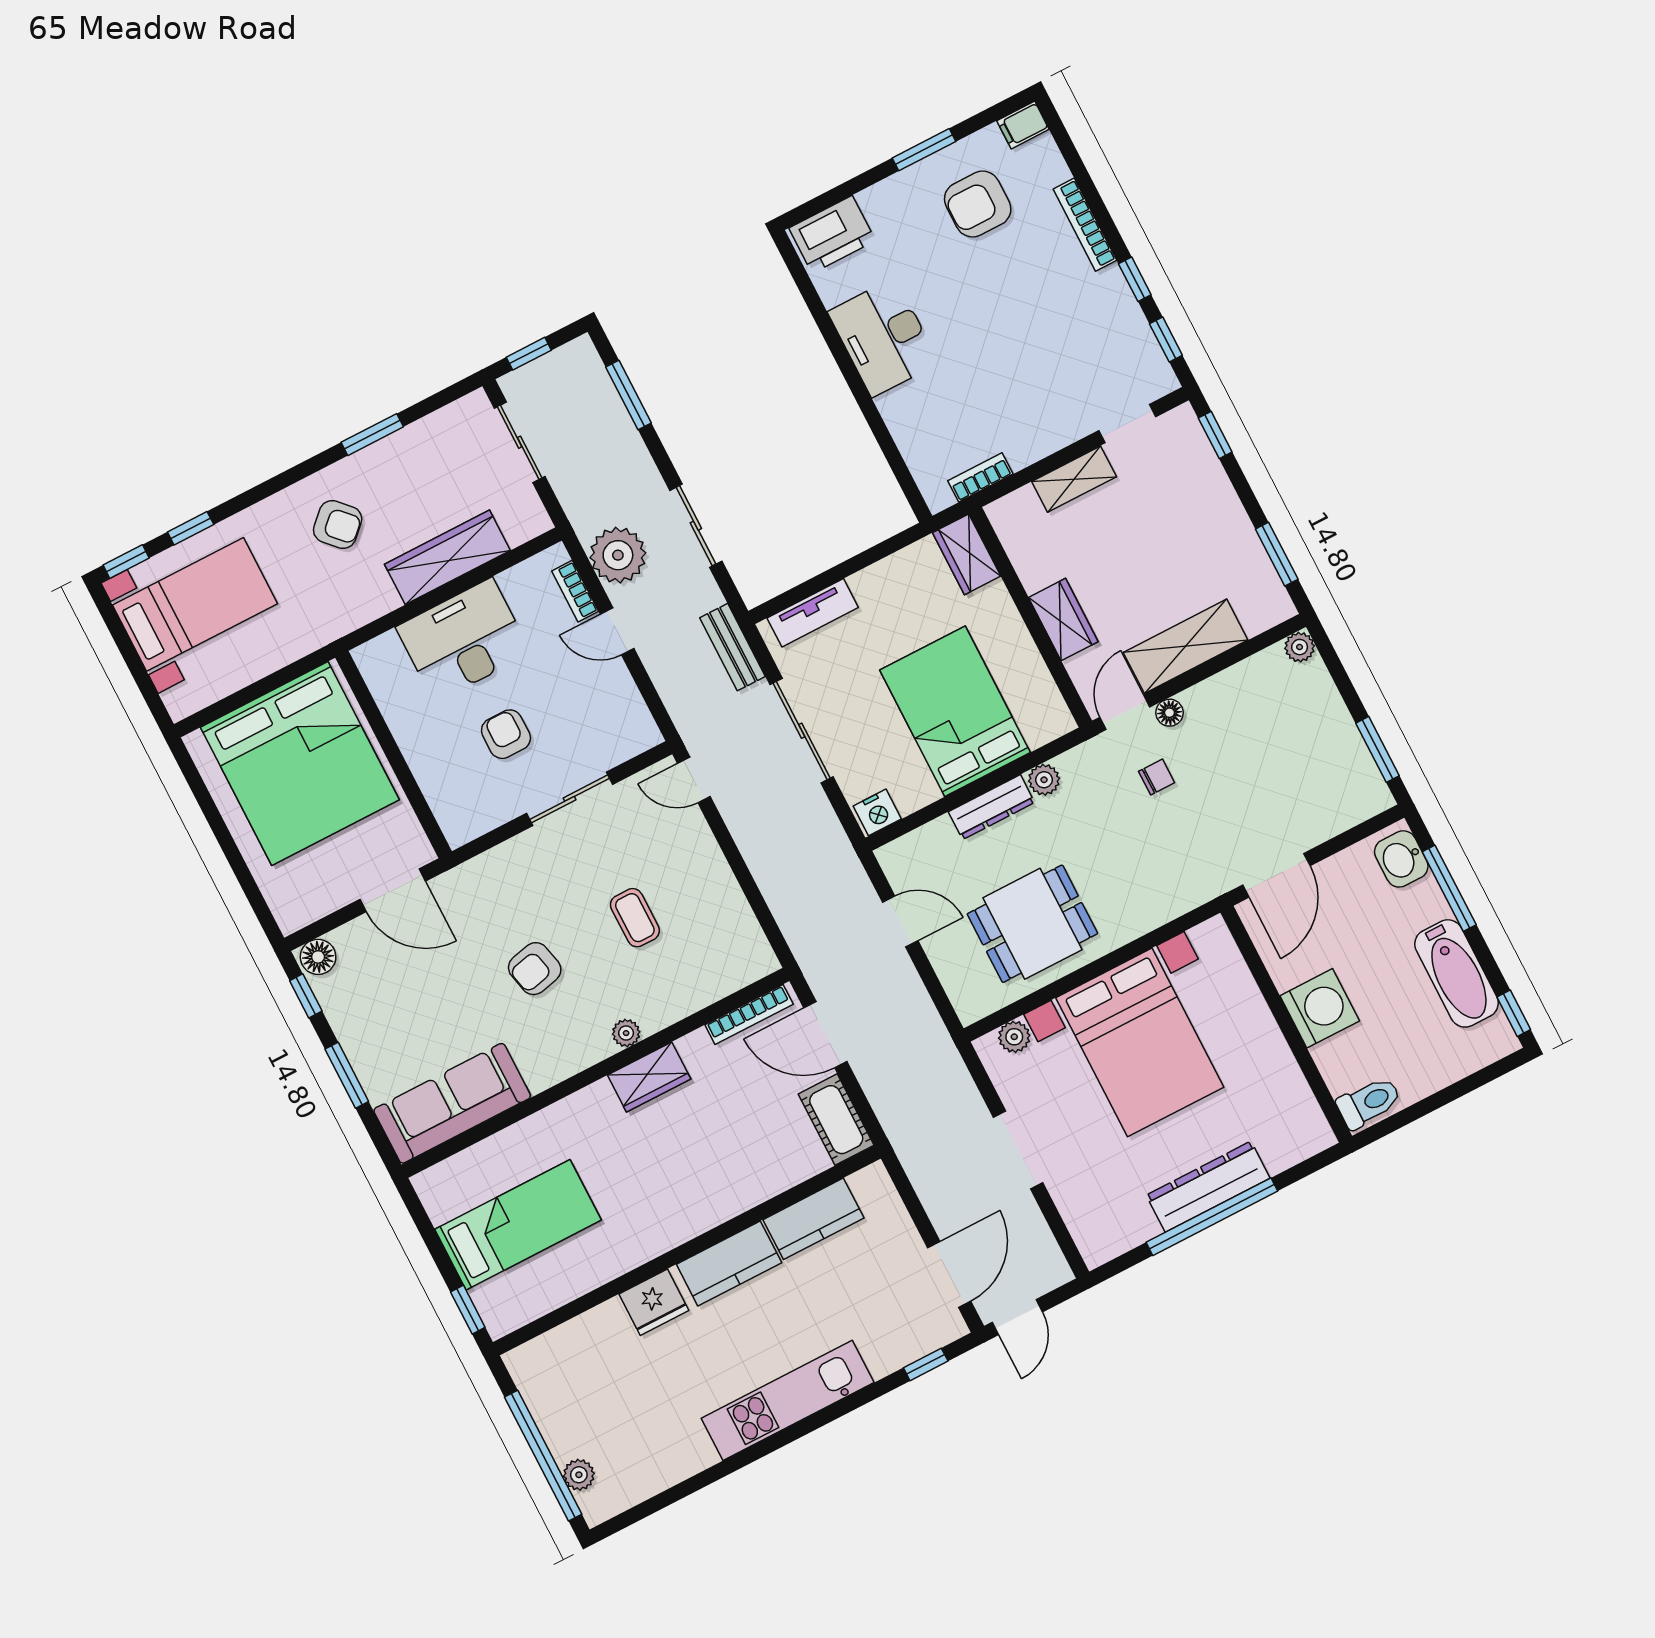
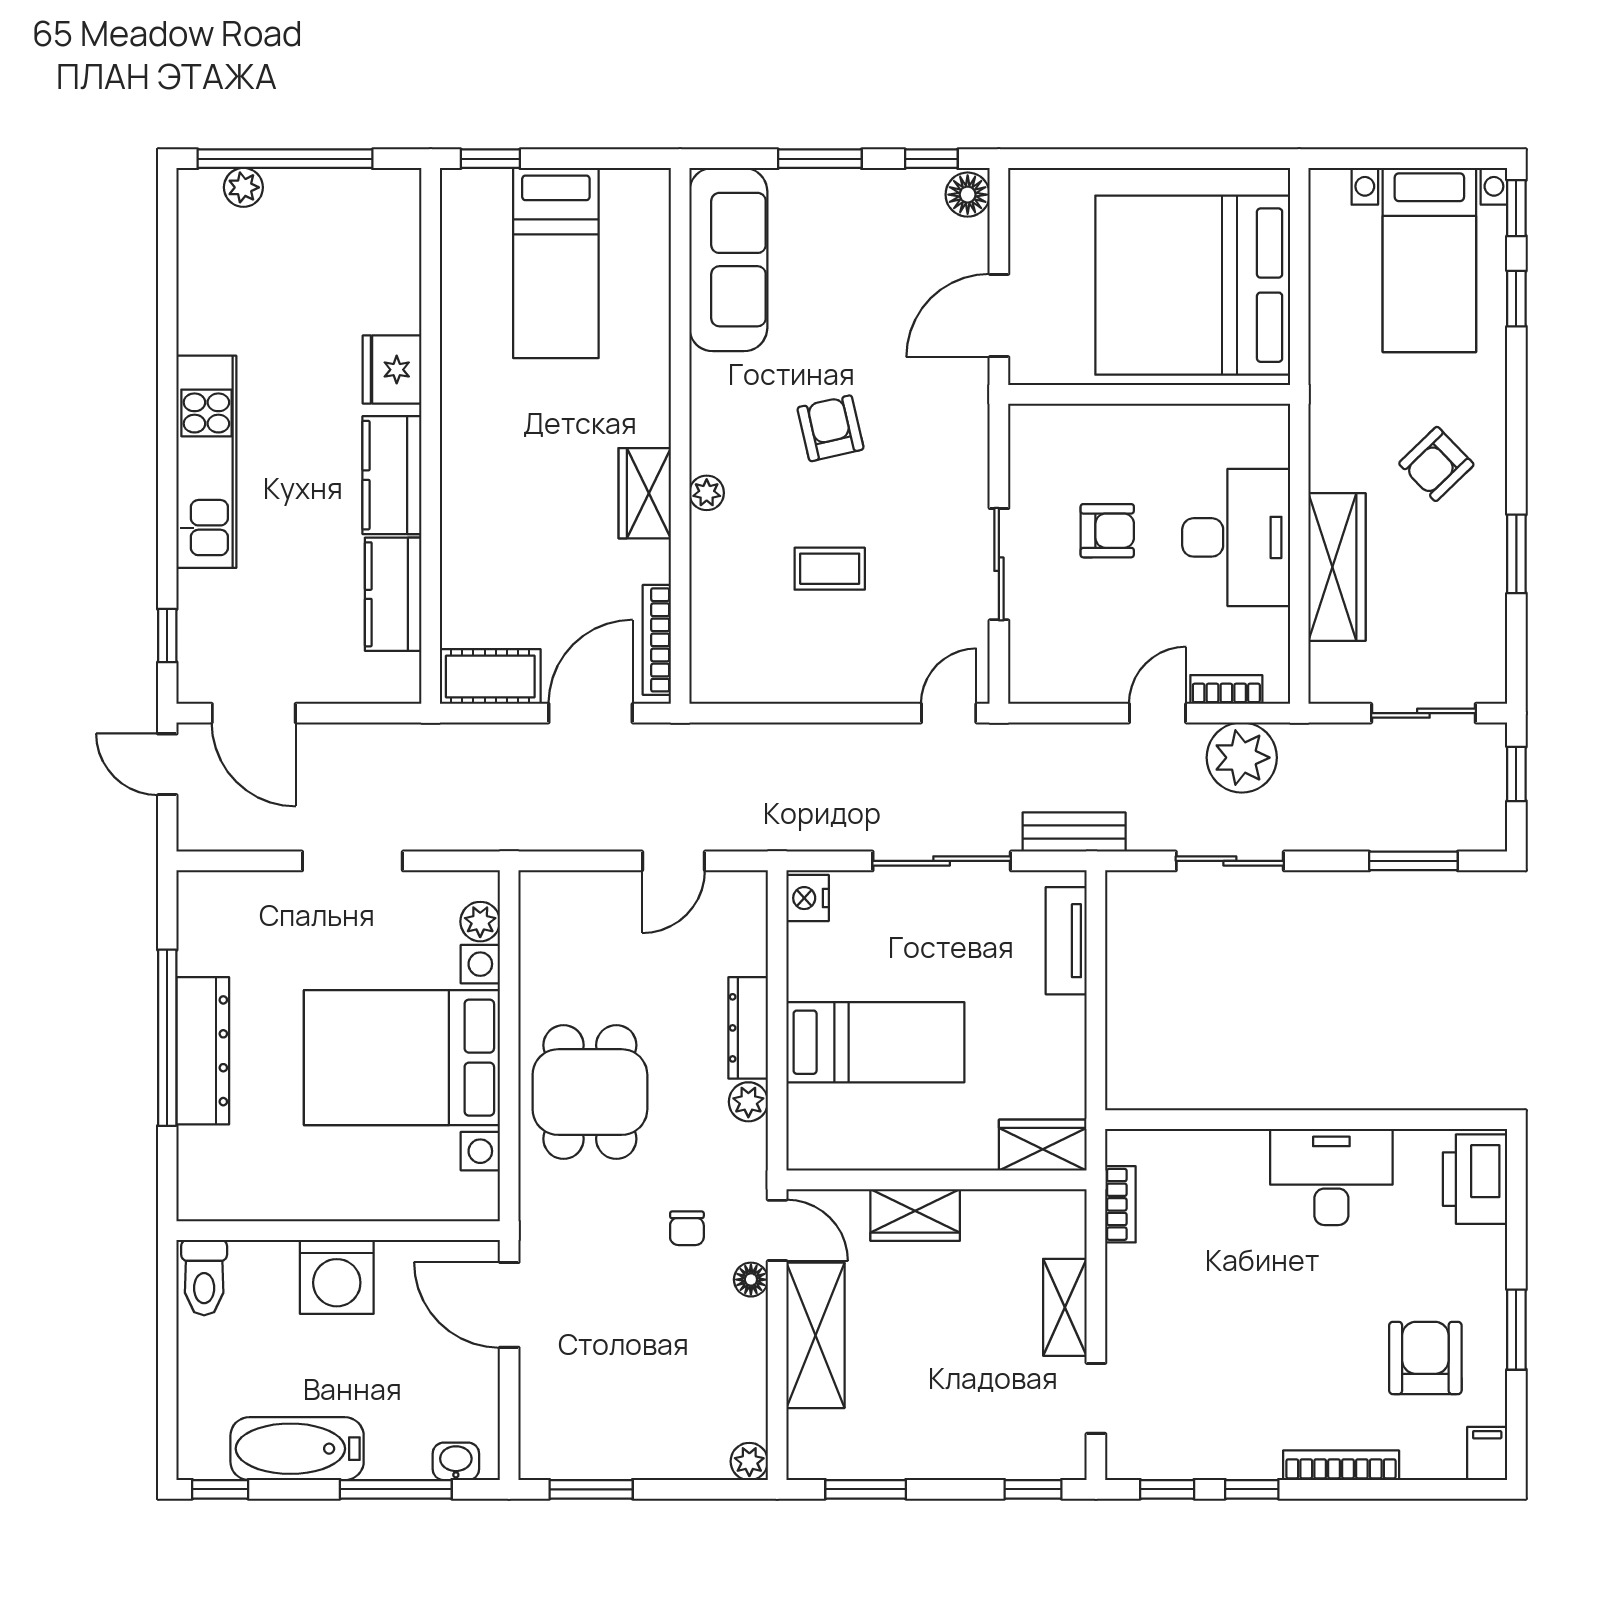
bed: (955, 711) -> (875, 1042), width x0.67
washbasin: (1401, 859) -> (456, 1461), width x0.72, depth x0.69
dining table: (1032, 924) -> (590, 1092), moved

